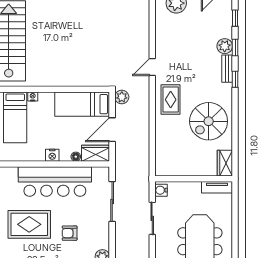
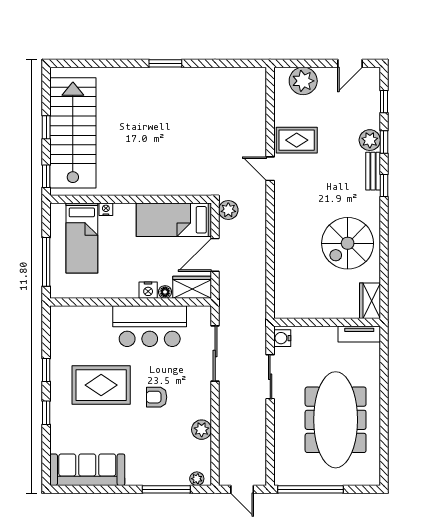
door: (152, 67) -> (270, 169), hinge flipped
rug: (171, 100) -> (297, 140), moved, turned 90
nightstand: (52, 155) -> (148, 290), moved
bar counter: (55, 182) -> (150, 326), width x0.73

